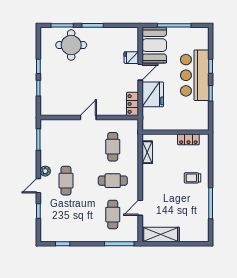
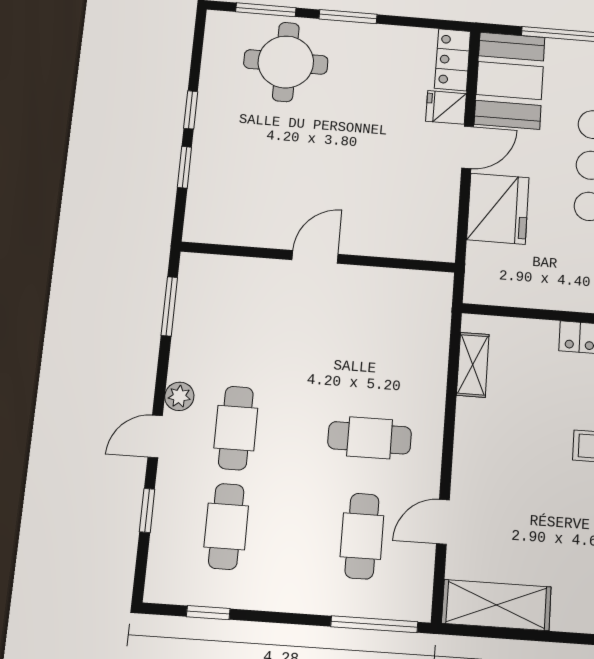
locker: (133, 104) -> (453, 60), moved
cafe table: (113, 147) -> (226, 526), moved

